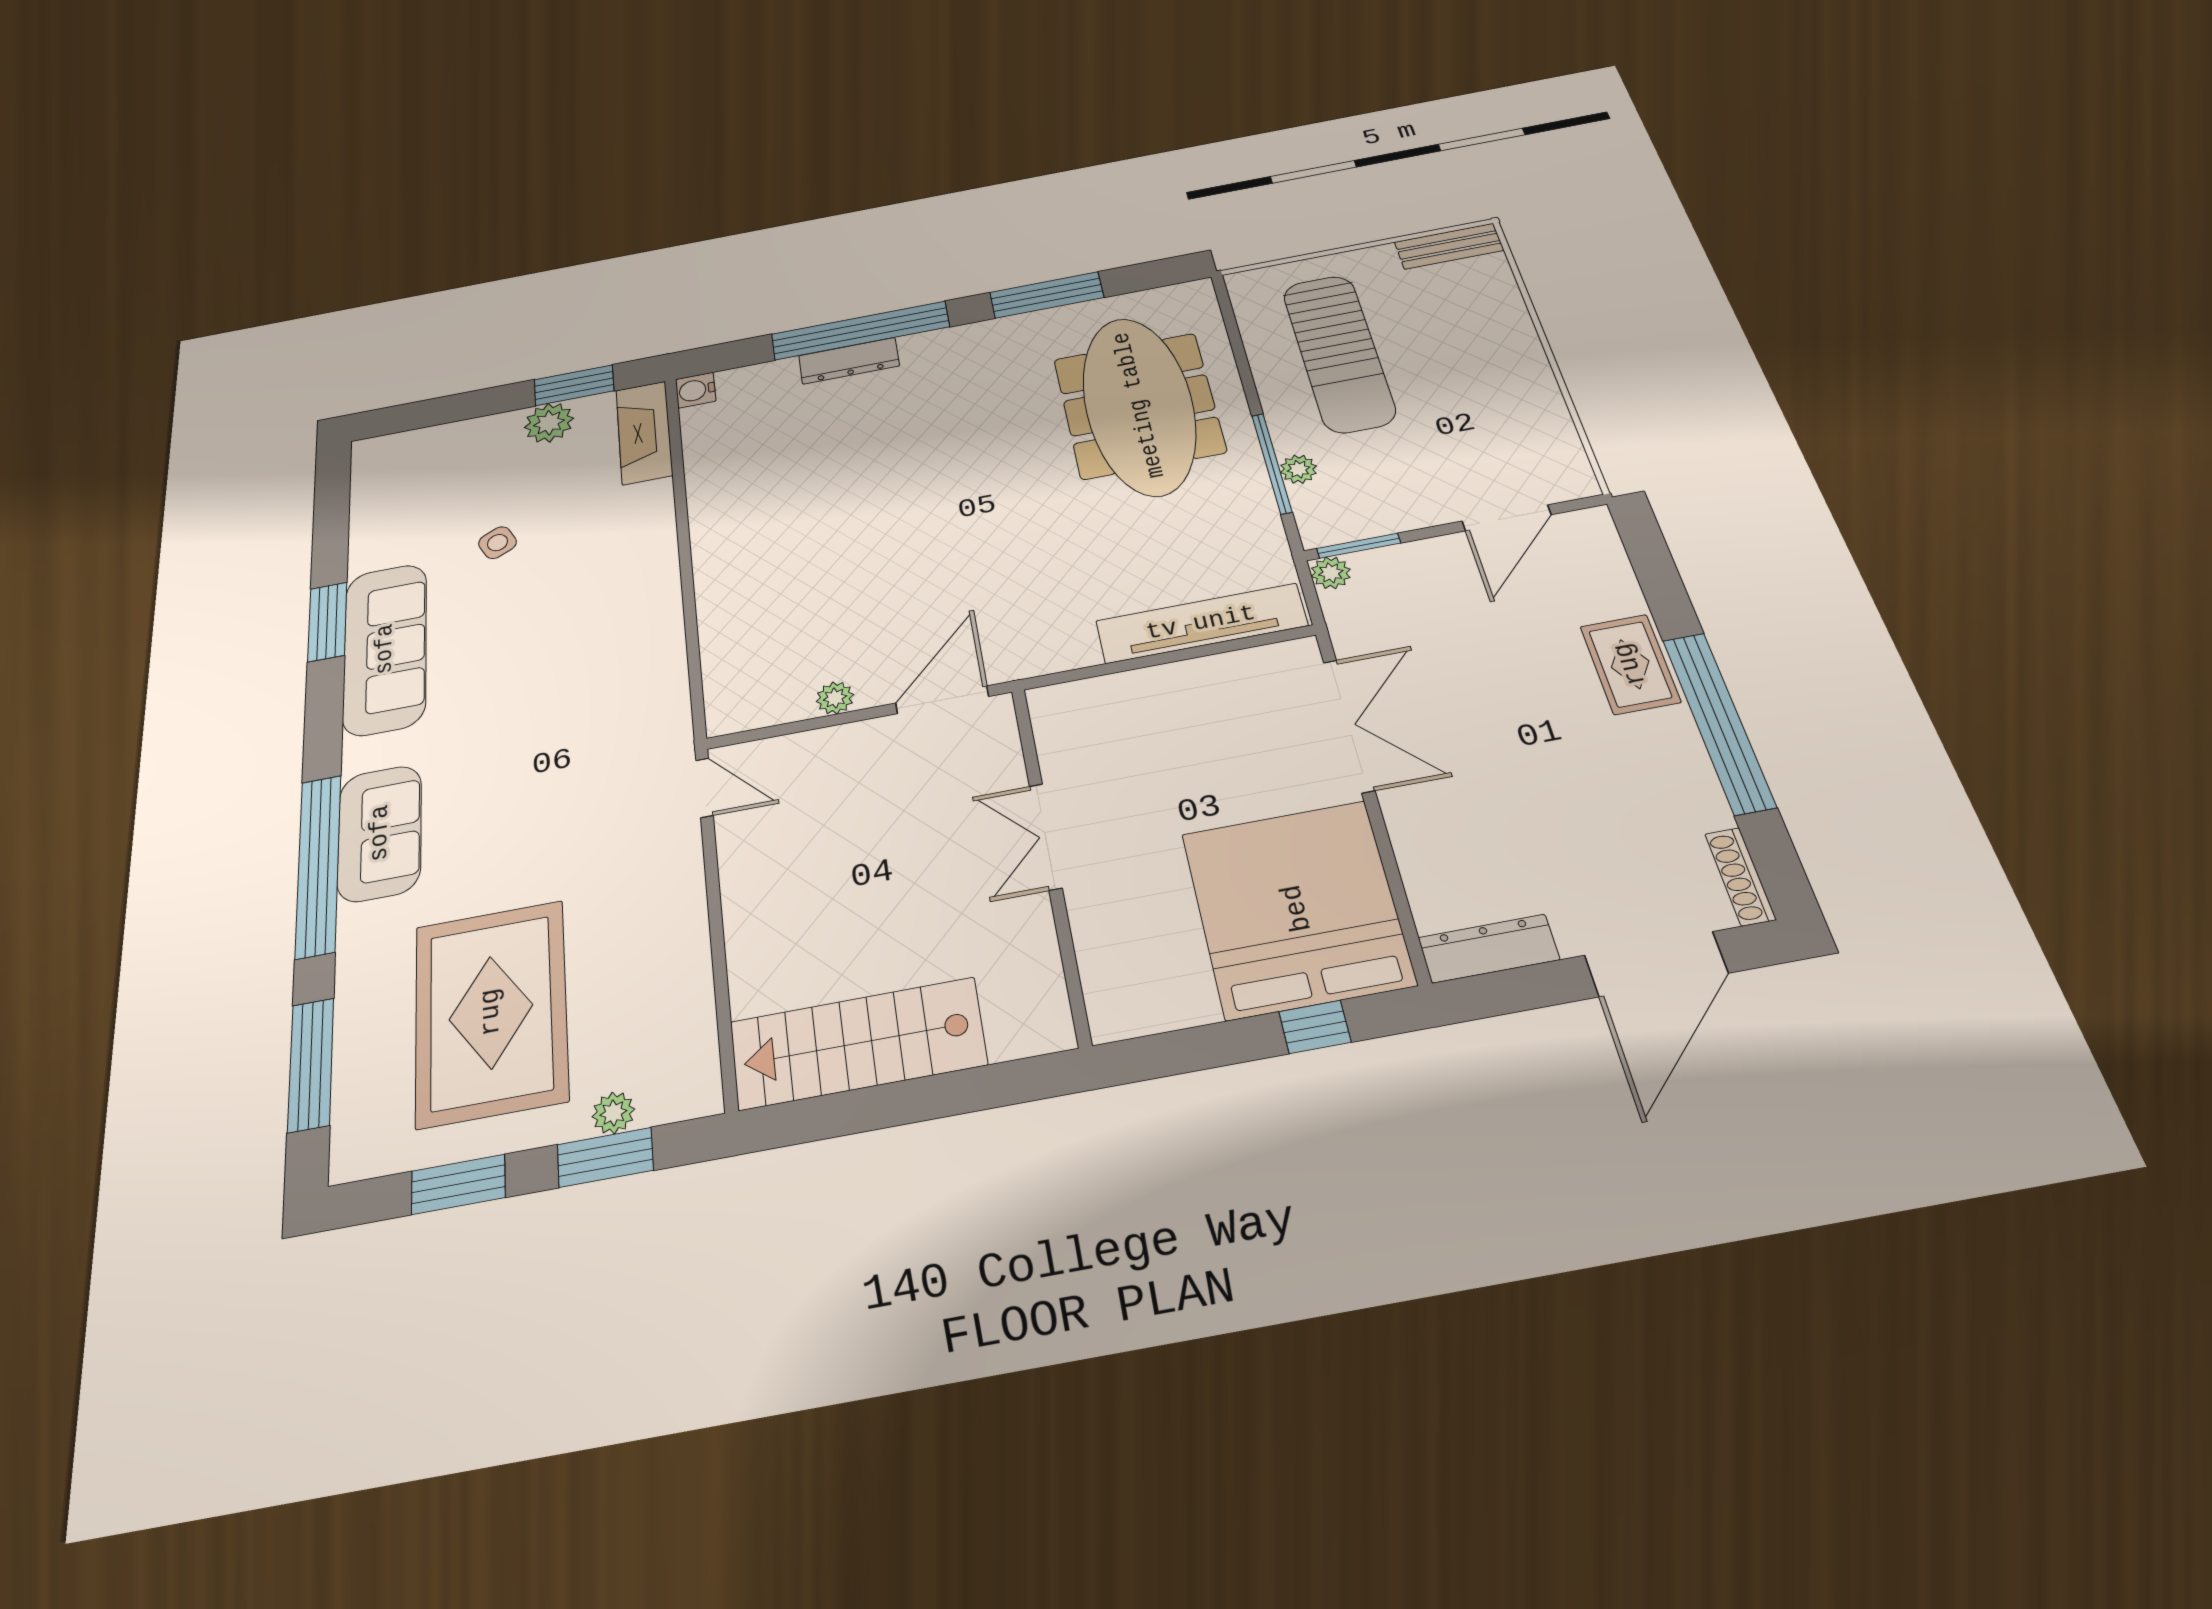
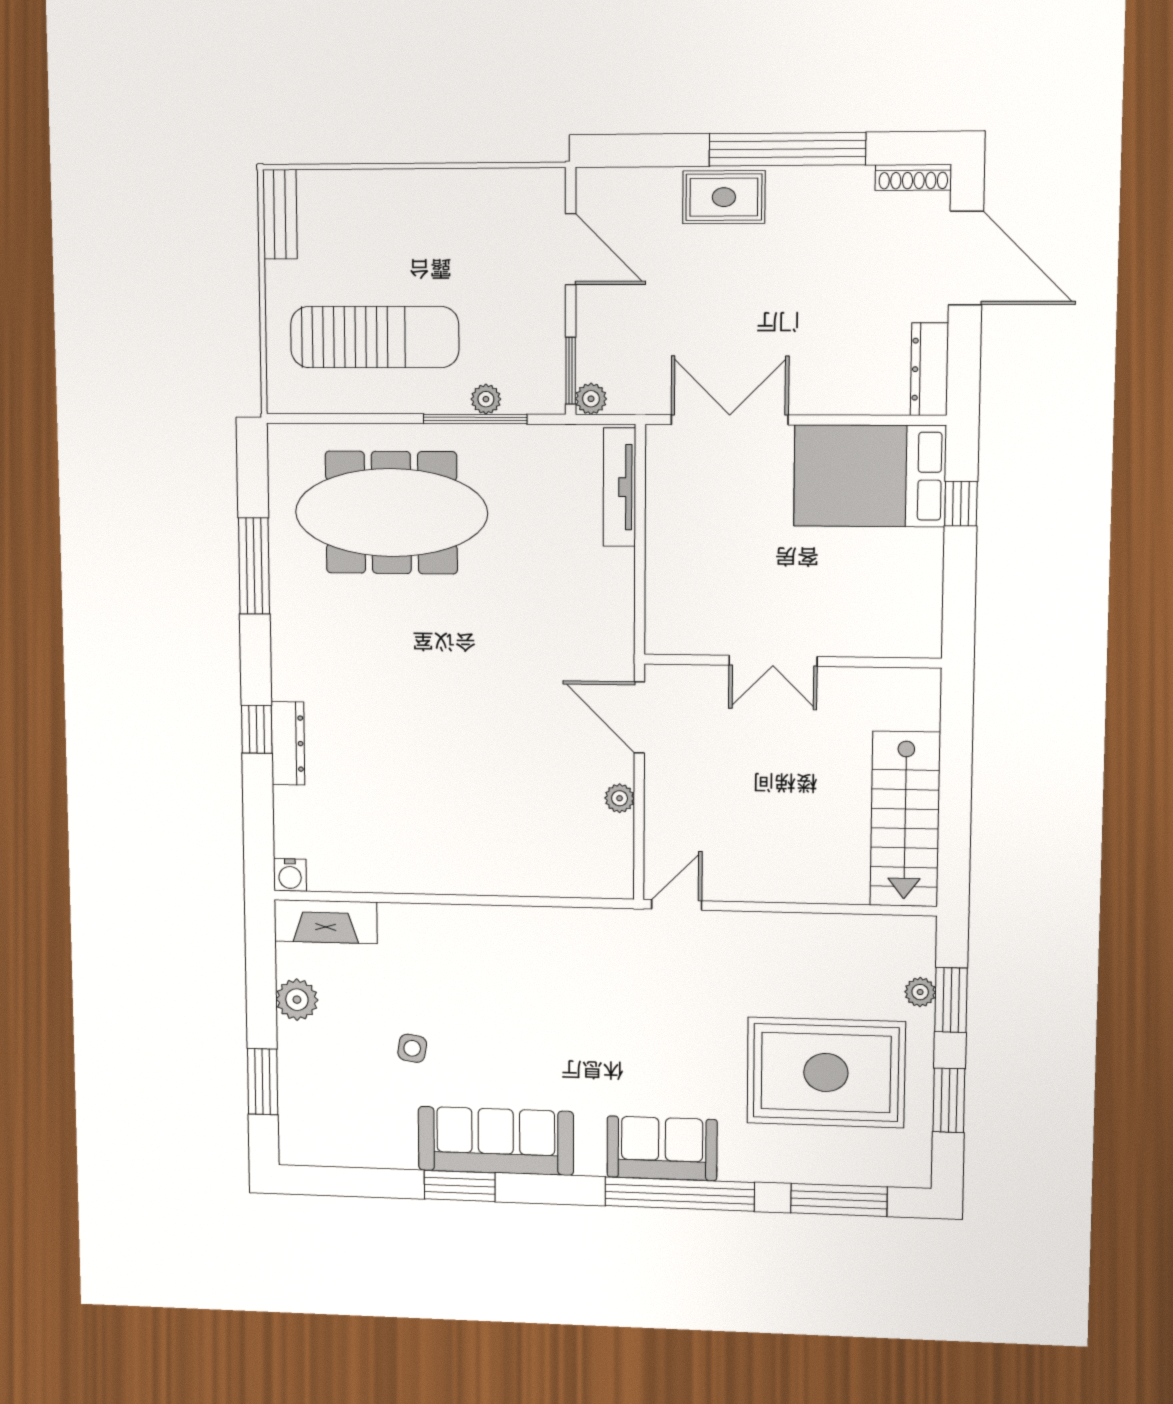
window: (860, 331) -> (257, 729), width x0.32
window: (574, 385) -> (263, 1082), moved
side table: (498, 543) -> (412, 1048), turned 36
tv unit: (1201, 623) -> (619, 487), width x0.73, depth x0.78
bed: (1297, 908) -> (870, 476), width x0.73

